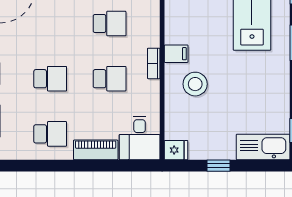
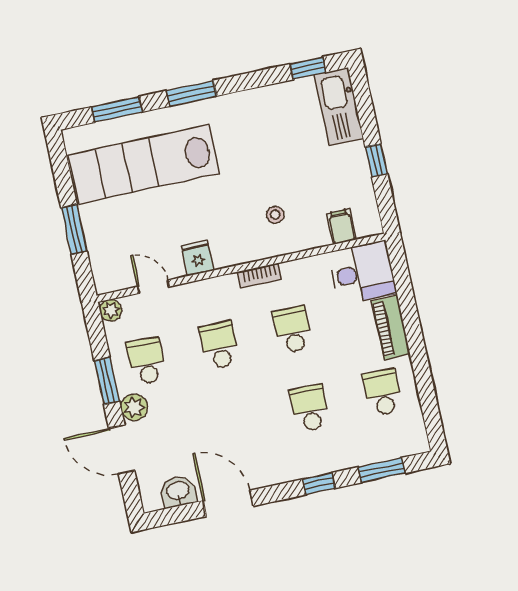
filing cabinet: (176, 54) -> (341, 227), moved
stool: (195, 84) -> (275, 215), width x0.53, depth x0.53
fridge: (176, 150) -> (198, 258), moved

